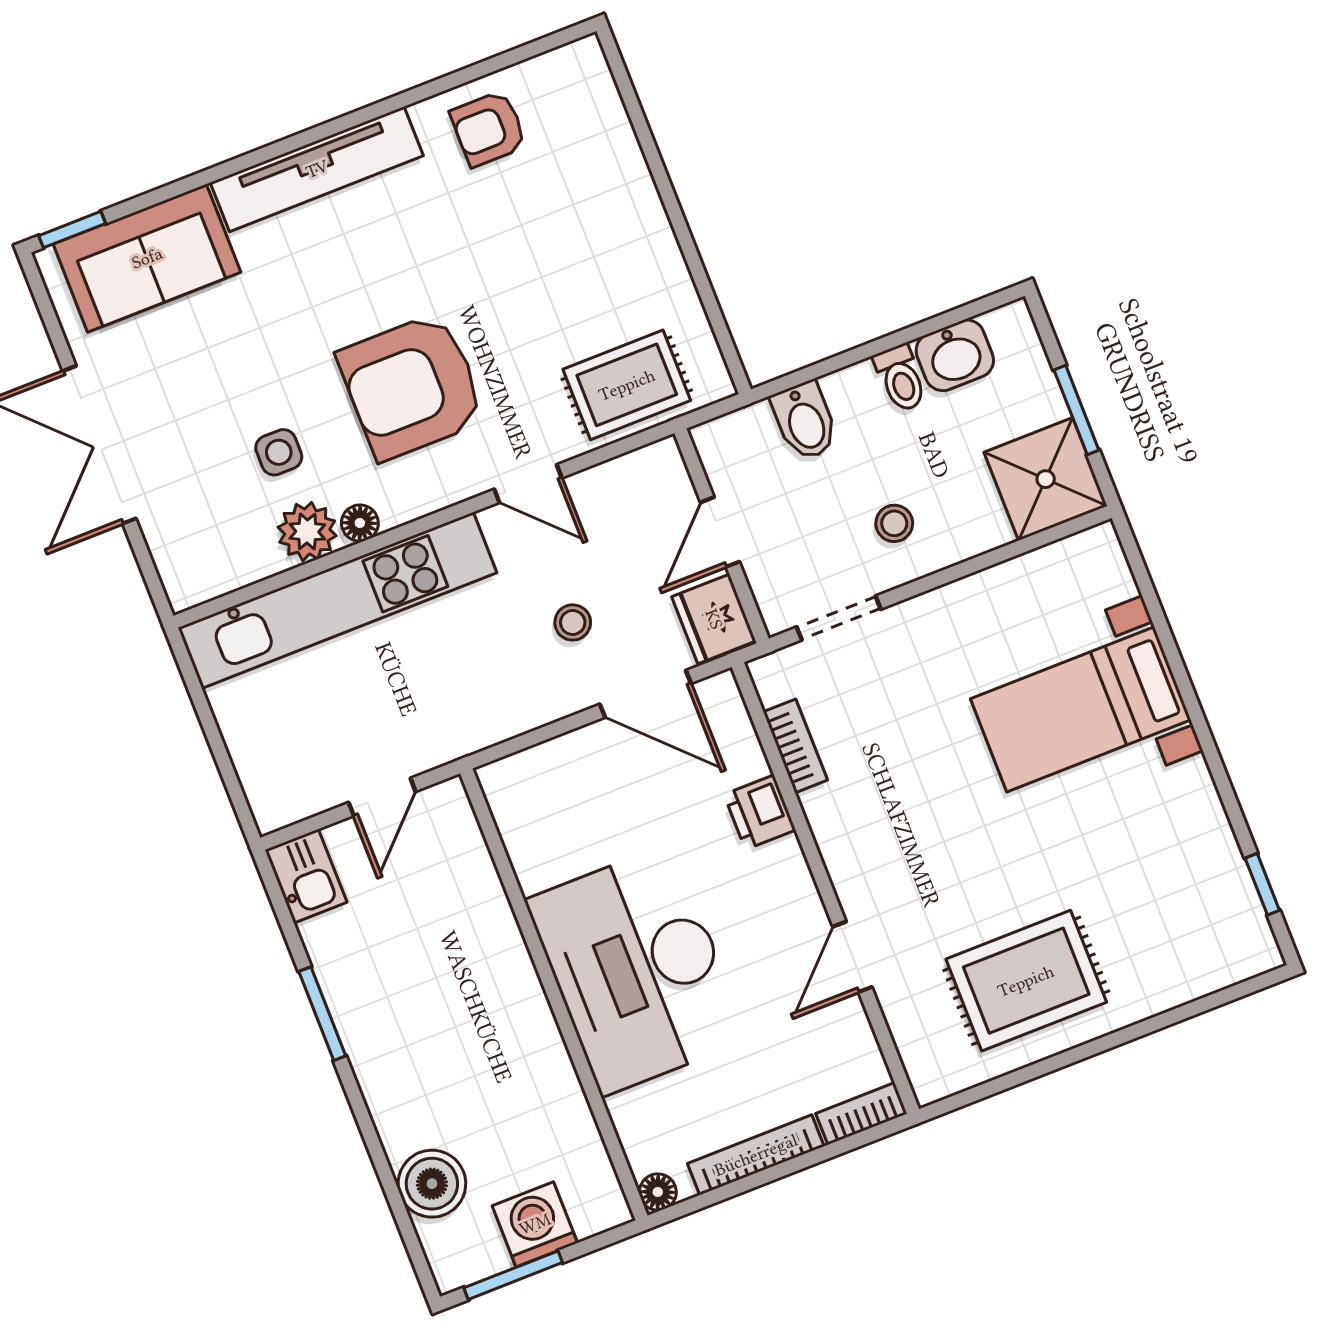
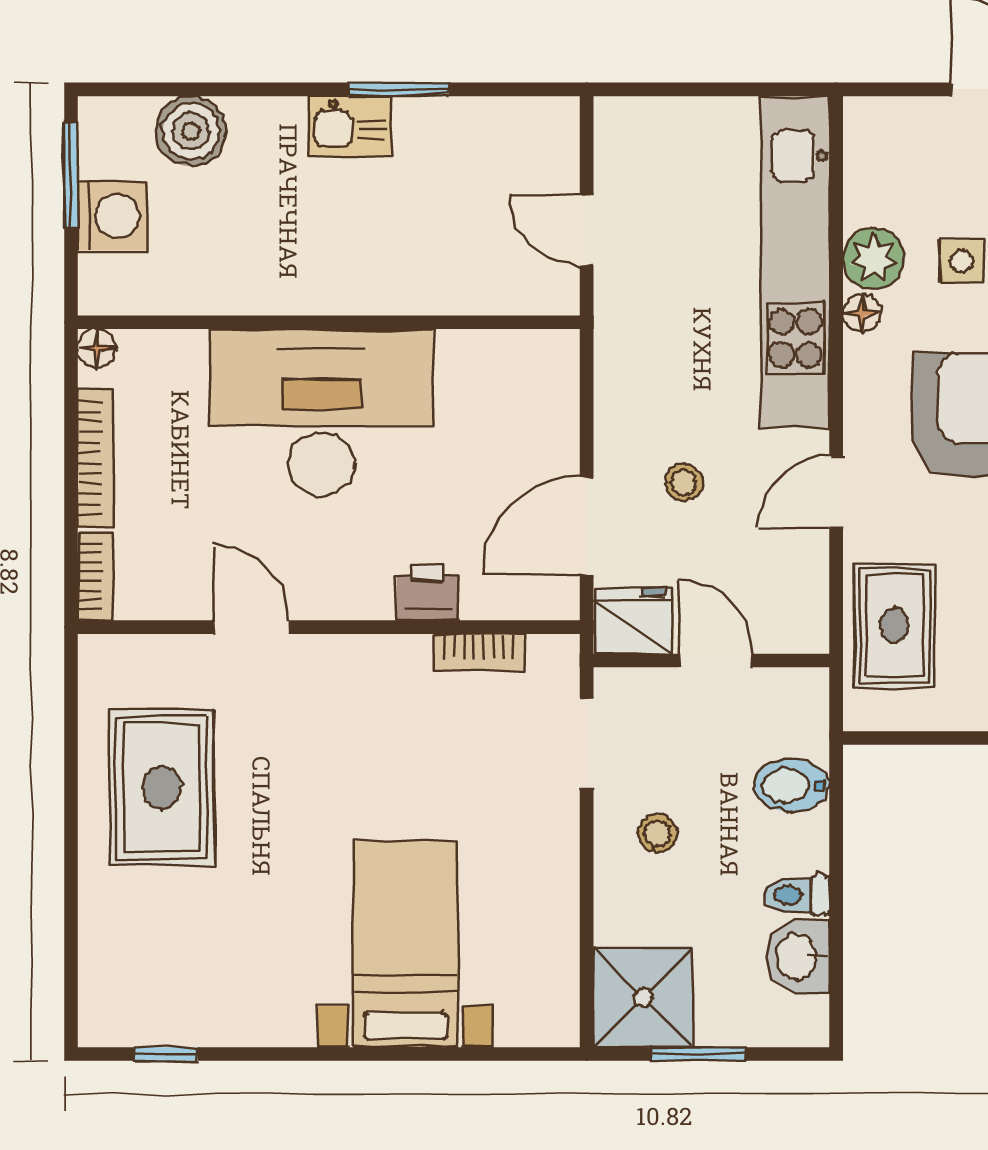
kitchen sink: (306, 876) -> (350, 126), moved

